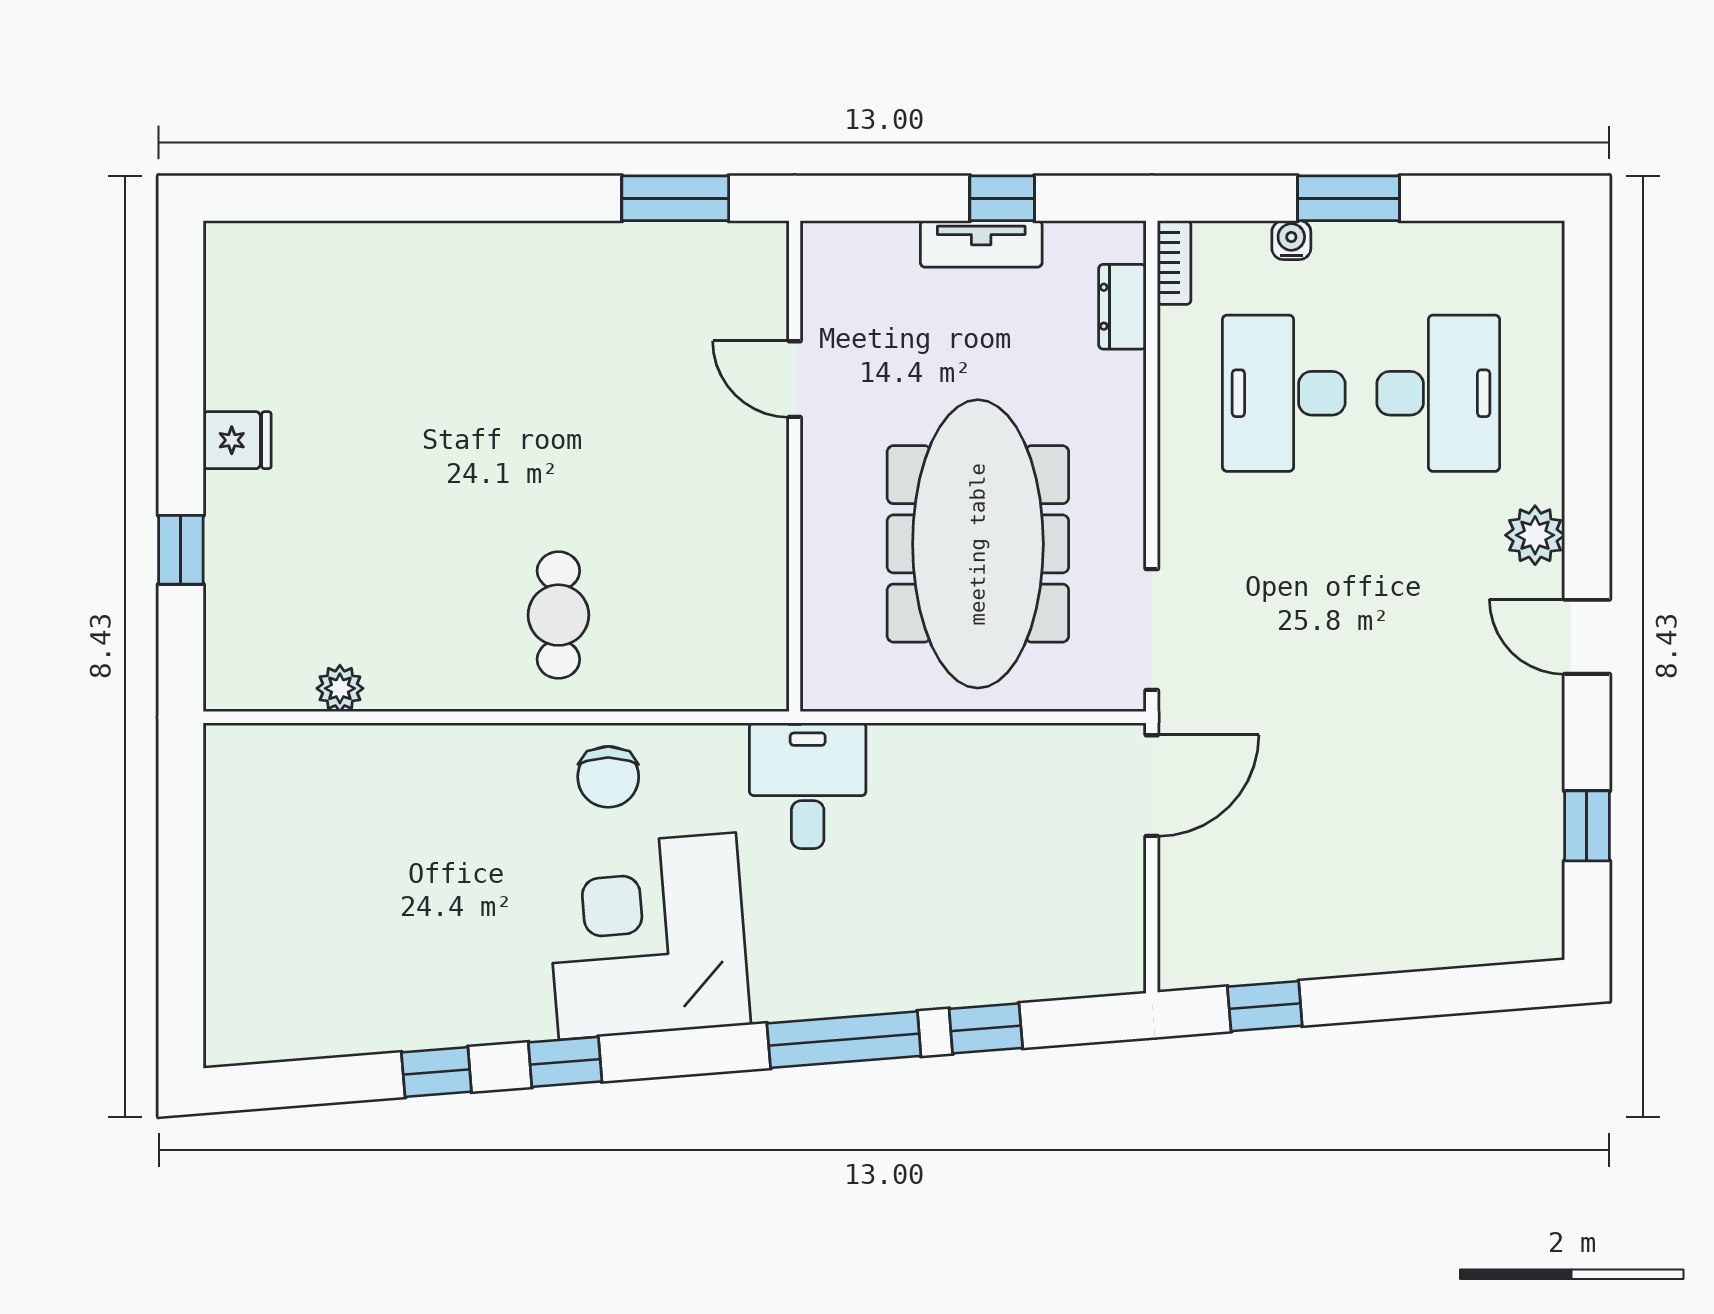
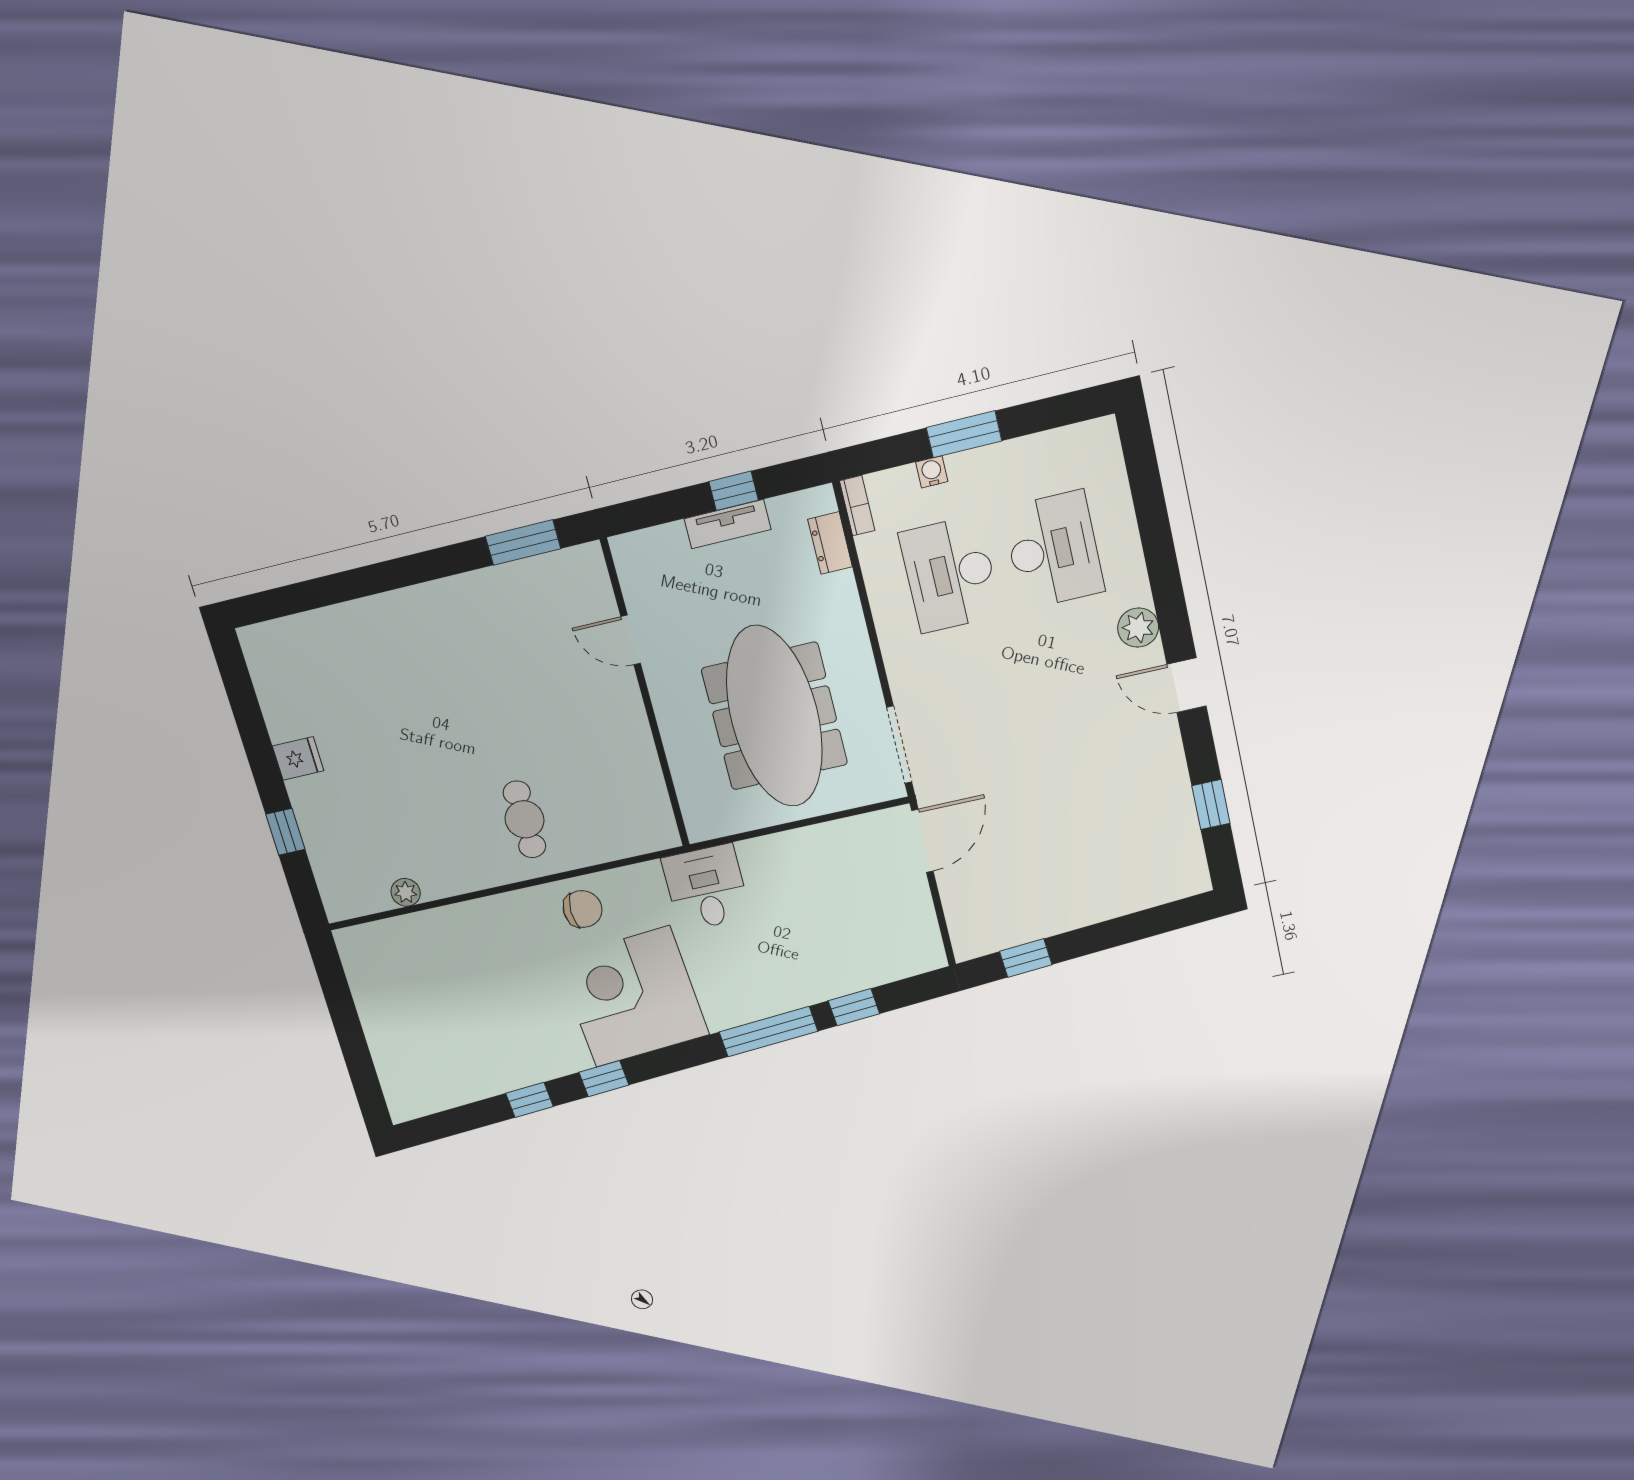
chair: (608, 777) -> (583, 909), turned -90

